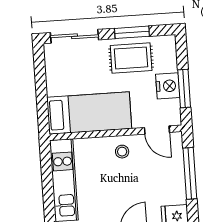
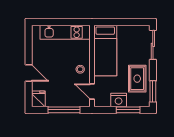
window: (132, 32) -> (153, 91), moved
window: (184, 89) -> (128, 110), moved
door: (157, 130) -> (92, 92), hinge flipped

